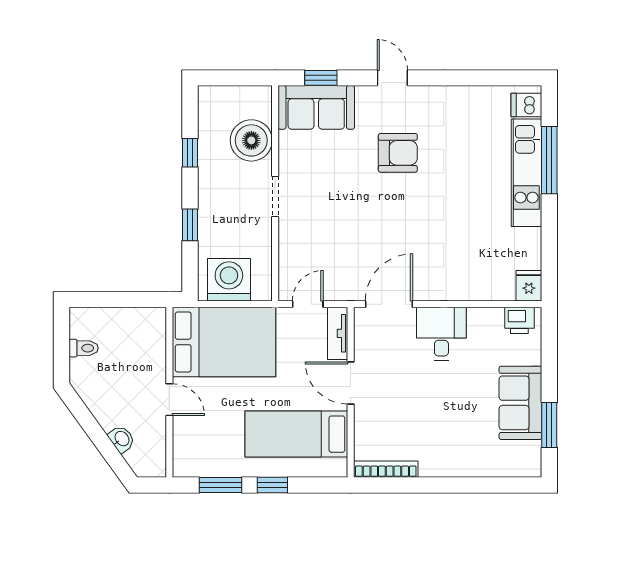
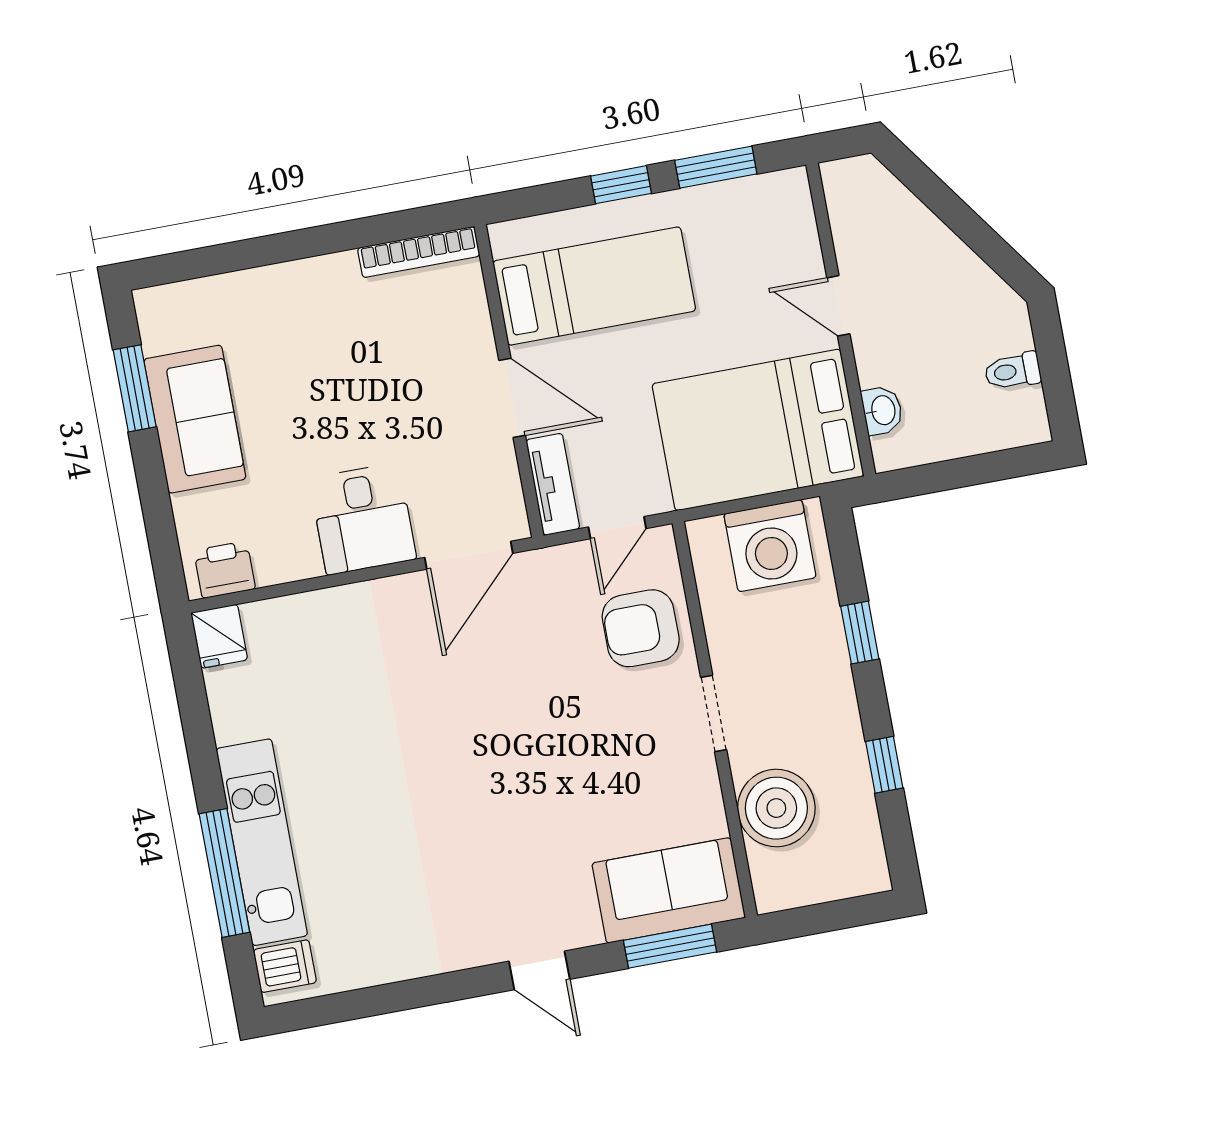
window: (321, 78) -> (670, 946), width x1.50
armchair: (398, 153) -> (641, 628), moved
washbasin: (122, 439) -> (882, 410), moved, turned -144

